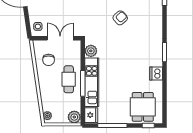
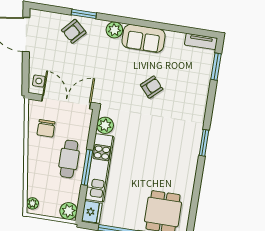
double door: (60, 38) -> (66, 102), width x1.37
dishwasher: (156, 73) -> (188, 170), removed

